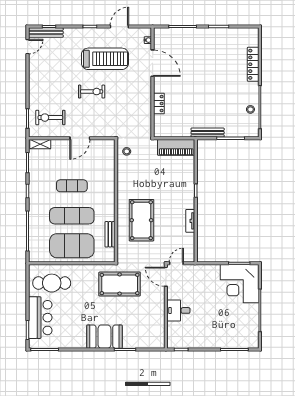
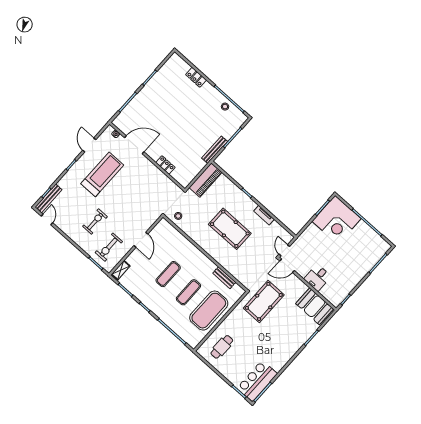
locker: (253, 64) -> (196, 77), width x0.66
exercise bike: (92, 92) -> (95, 221), moved
exercise mat: (72, 216) -> (188, 292), width x0.73, depth x0.69
pool table: (141, 220) -> (230, 229), moved
cafe table: (52, 283) -> (222, 347), width x0.73, depth x0.74
bar counter: (40, 318) -> (257, 381), moved, turned -90
booth: (104, 337) -> (315, 306), moved, turned 90

